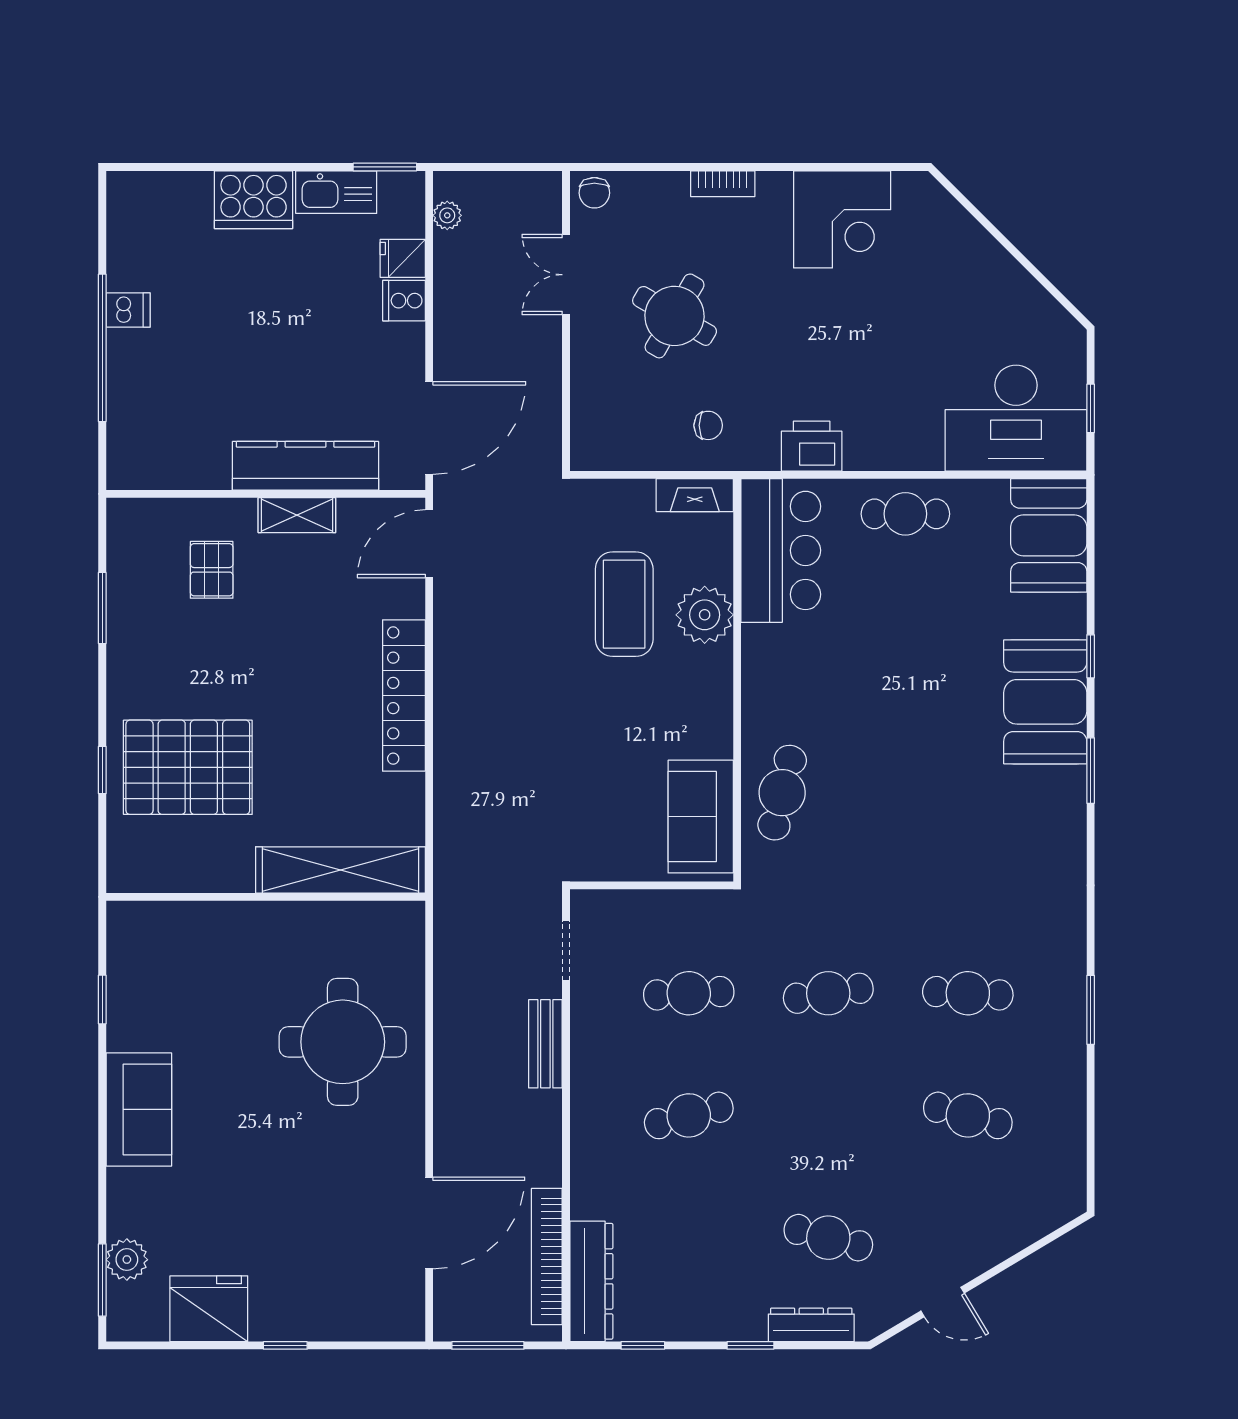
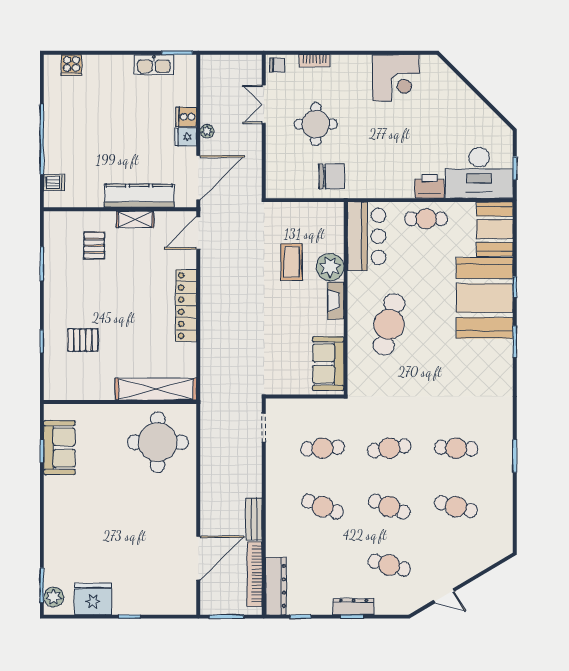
bookcase: (723, 184) -> (315, 61), moved
chair: (594, 193) -> (277, 65), turned -90
cooker: (254, 200) -> (72, 65), moved, width x0.53, depth x0.76
plant: (447, 215) -> (207, 131), moved
fridge: (403, 258) -> (186, 137), moved
dishwasher: (128, 310) -> (54, 183), moved
round table: (675, 316) -> (316, 124), turned -30
chair: (708, 425) -> (332, 176), width x1.87, depth x1.87
printer: (812, 446) -> (429, 186), moved
fireplace: (695, 495) -> (336, 301), moved, turned 90
coffee table: (624, 604) -> (292, 262), width x0.73, depth x0.76
booth: (1045, 702) -> (485, 298), width x1.36, depth x1.42
pallet: (188, 767) -> (83, 340), width x0.49, depth x0.50
cafe table: (782, 793) -> (389, 324), moved, width x1.37, depth x1.35
round table: (343, 1042) -> (158, 442), moved
bench: (545, 1044) -> (254, 519), moved
sofa: (139, 1109) -> (59, 448), moved
cafe table: (689, 1115) -> (323, 507), turned 36
cafe table: (828, 1115) -> (389, 507), added
plant: (127, 1260) -> (54, 597), moved
dresser: (811, 1325) -> (353, 607), moved

